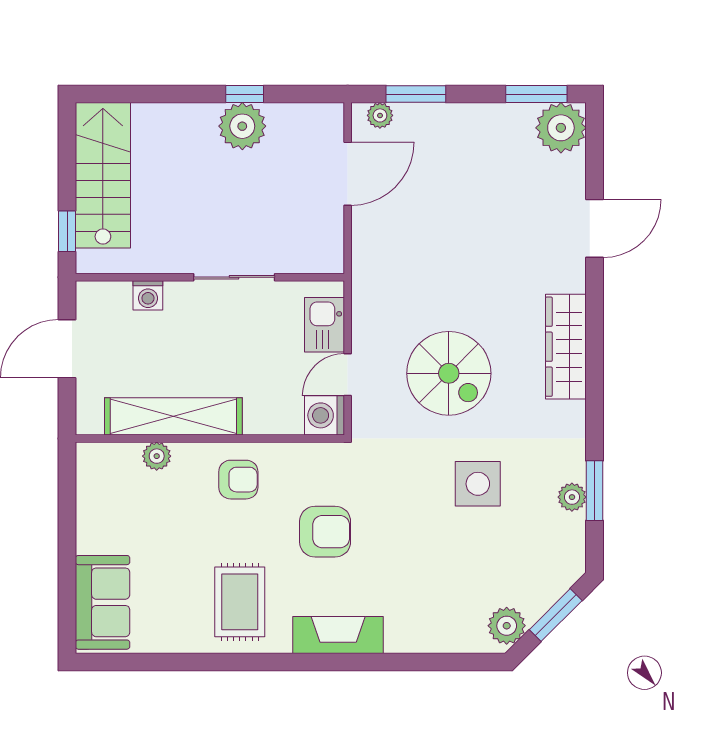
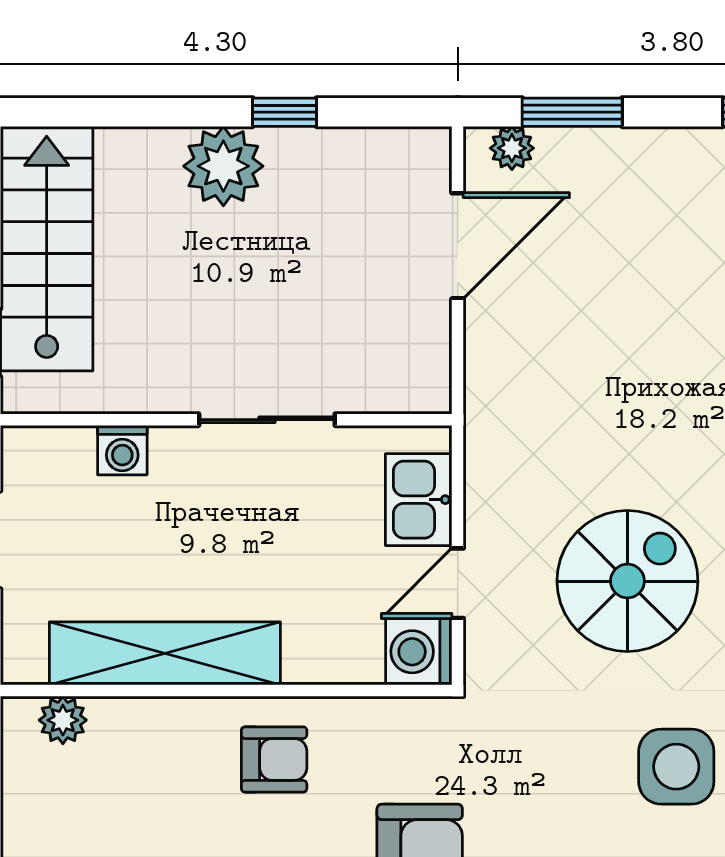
plant: (242, 126) -> (223, 166), moved
spiral stairs: (449, 373) -> (627, 581), turned -90
plant: (157, 456) -> (63, 720), moved

